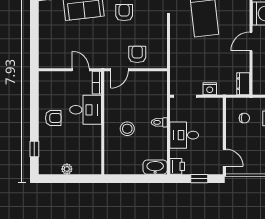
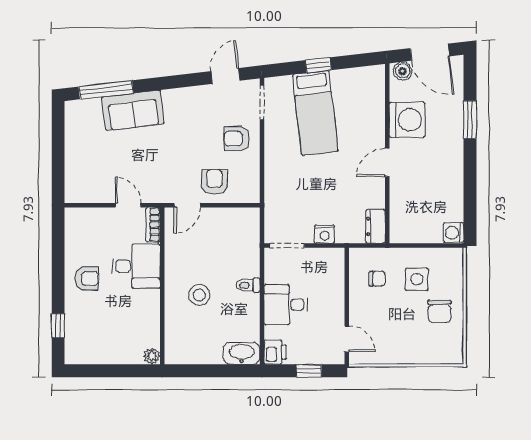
armchair: (124, 13) -> (237, 139), moved, turned -90
plant: (67, 169) -> (152, 356), moved

